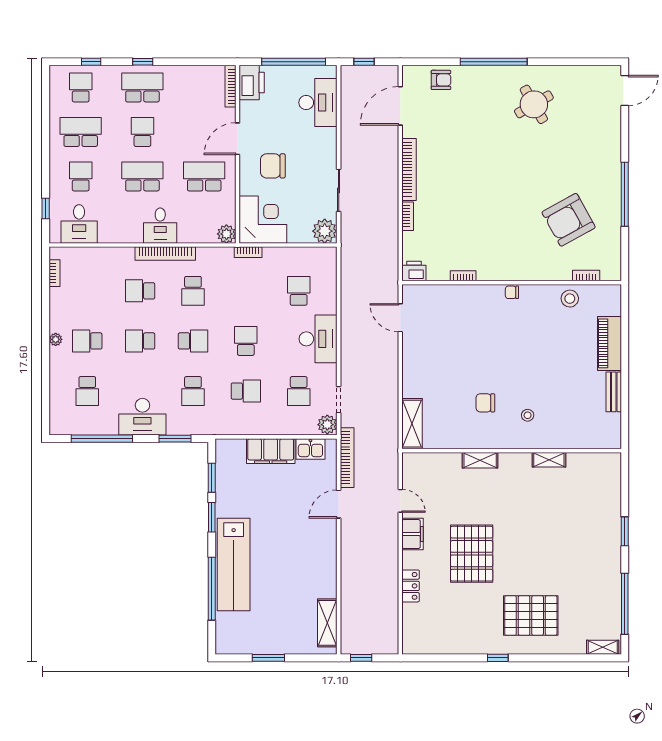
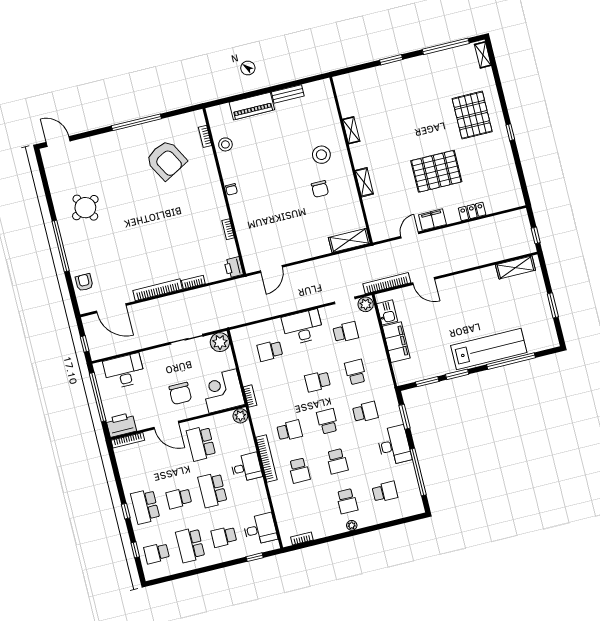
stool: (528, 415) -> (321, 155), width x1.89, depth x1.89

